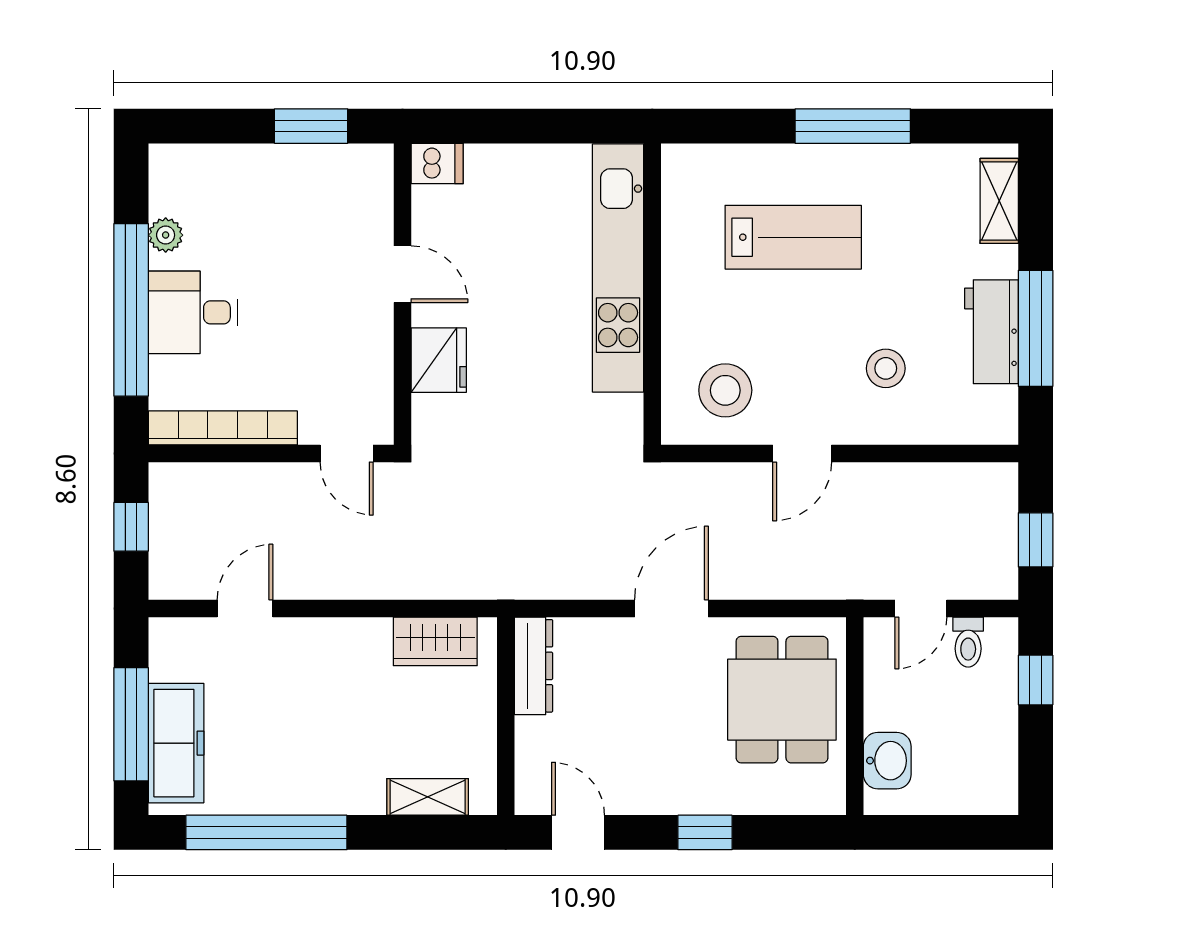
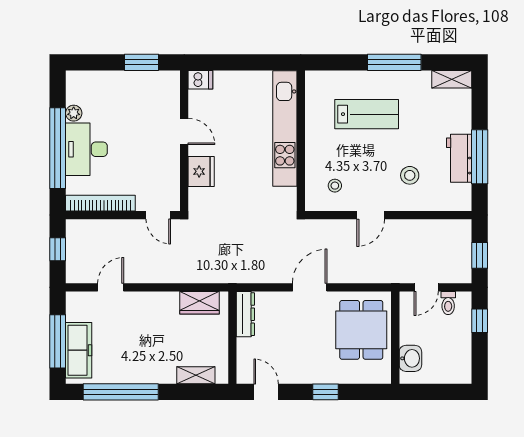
shelving: (999, 201) -> (452, 79), moved, turned 90
desk: (193, 312) -> (86, 149), width x1.37
stool: (725, 390) -> (335, 186), width x0.53, depth x0.53

